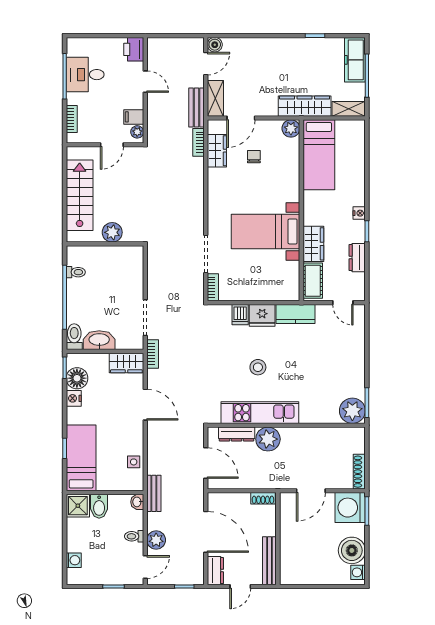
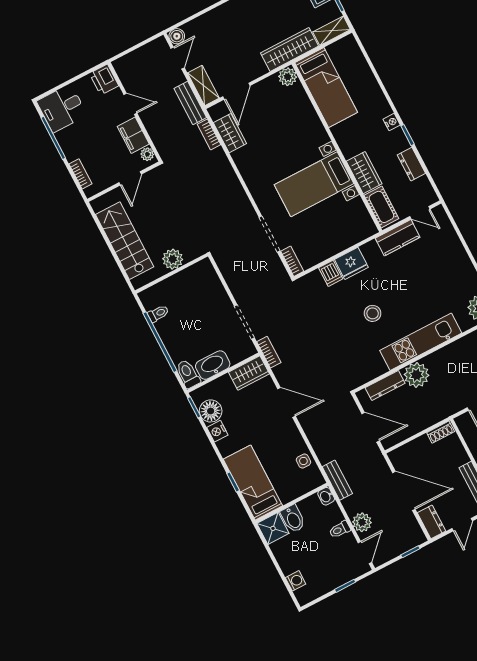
desk: (85, 75) -> (62, 108), moved
filing cabinet: (134, 117) -> (133, 135), width x2.00
chair: (254, 157) -> (267, 121), removed
kitchen counter: (296, 314) -> (398, 238), moved
kitchen unit: (260, 413) -> (421, 342), moved

